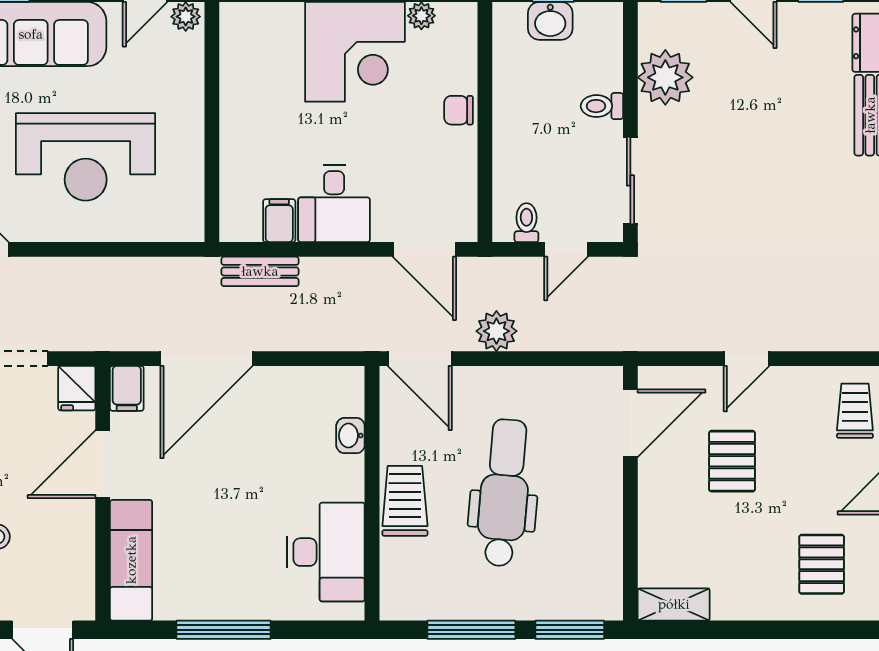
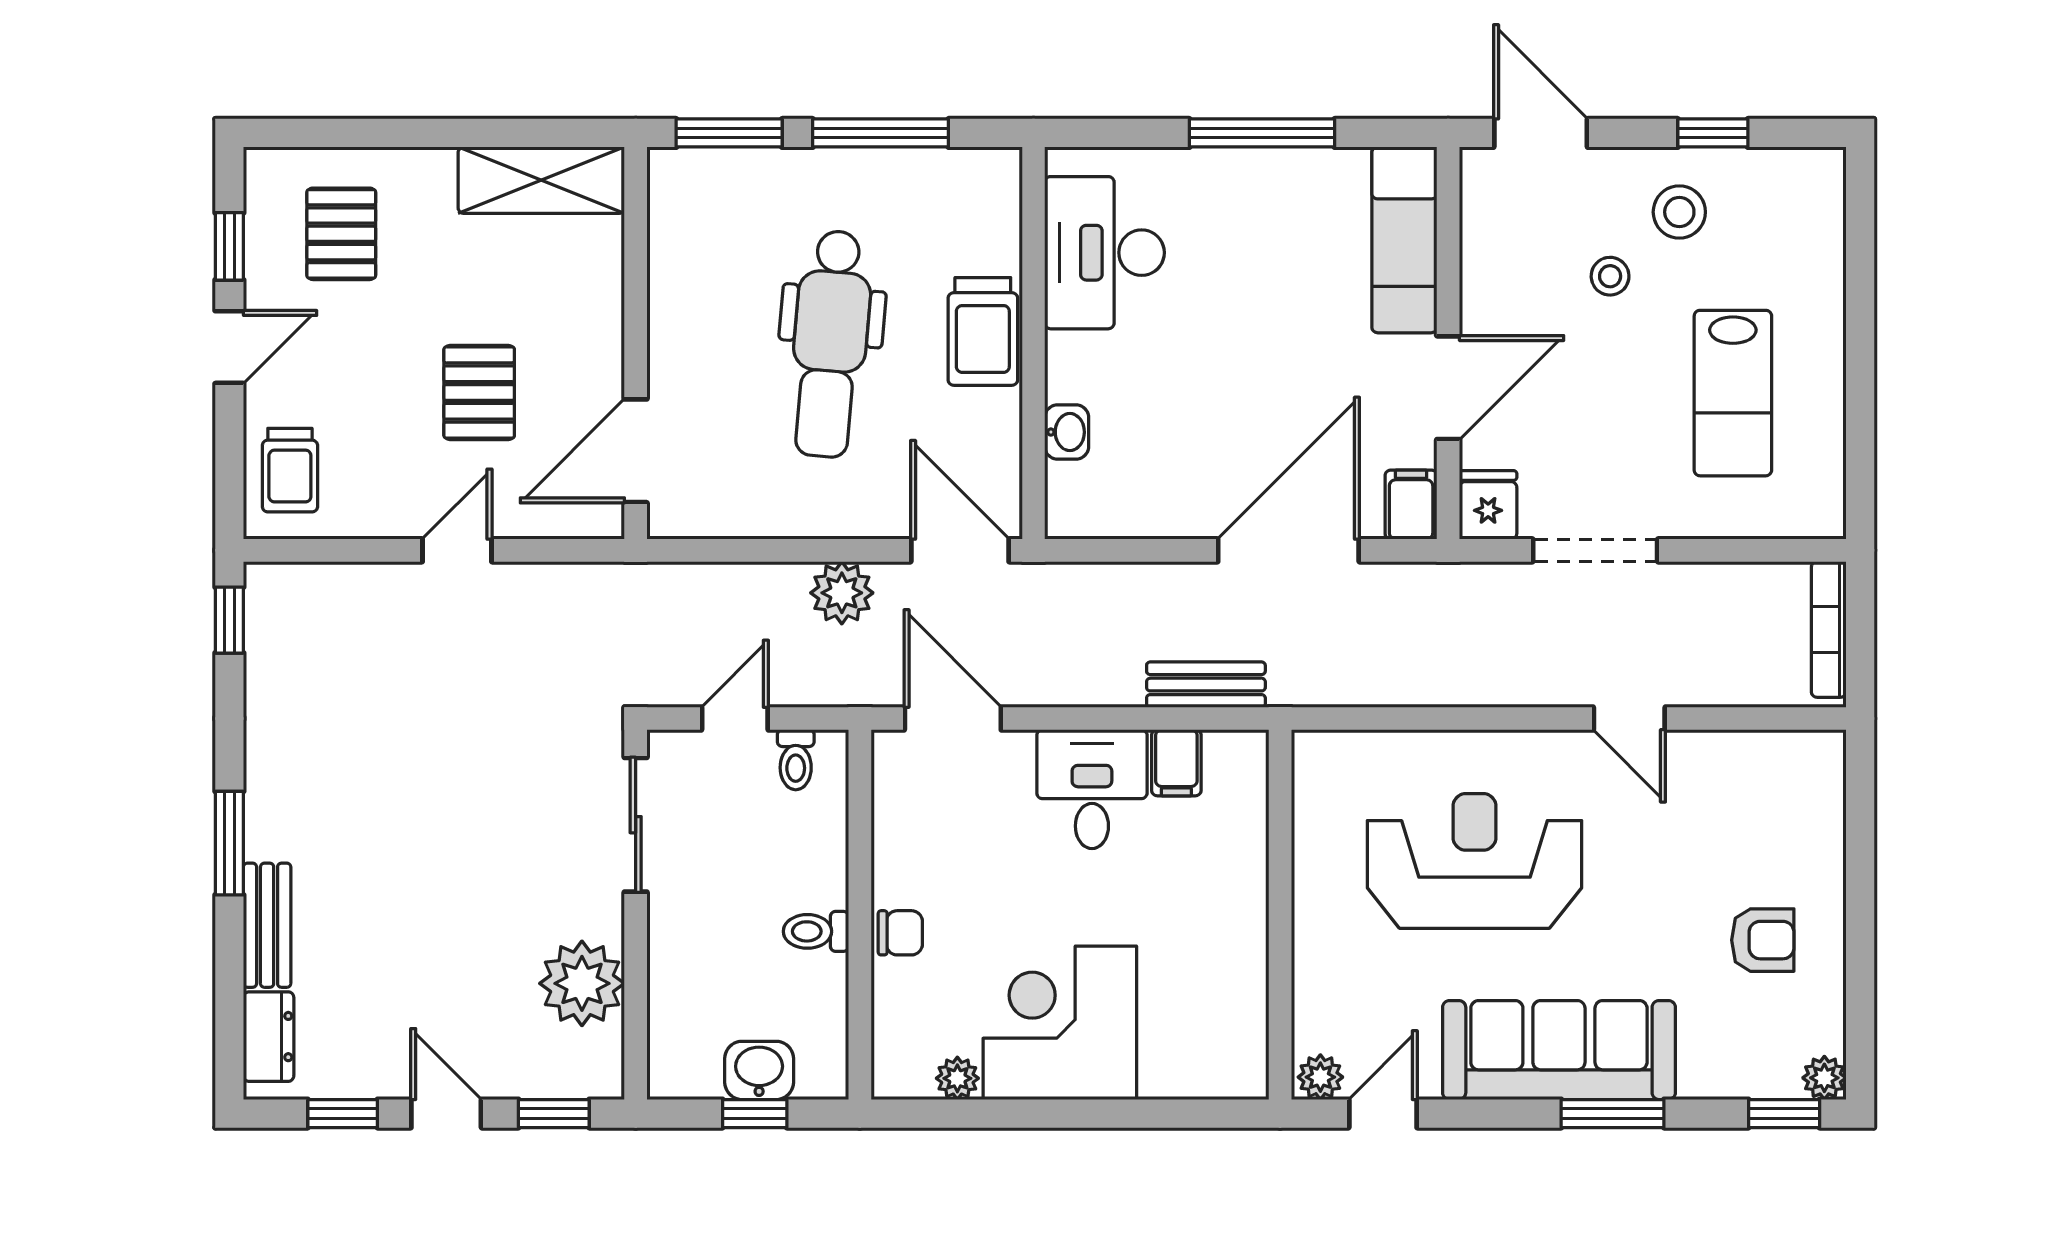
toilet: (602, 106) -> (816, 931), moved, turned 180
shelving: (674, 604) -> (541, 180), width x1.50, depth x1.33

